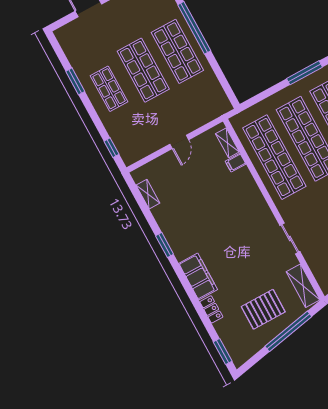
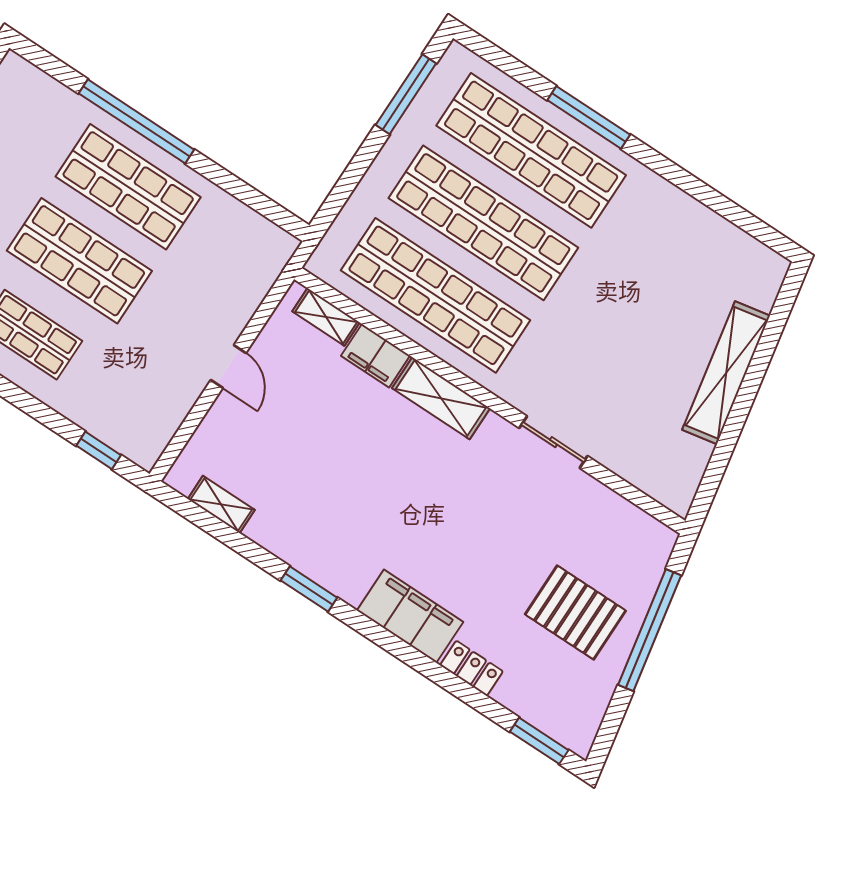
filing cabinet: (236, 163) -> (376, 356), width x2.00
shelving: (303, 286) -> (441, 398), moved
pallet: (263, 309) -> (575, 613), turned 90

